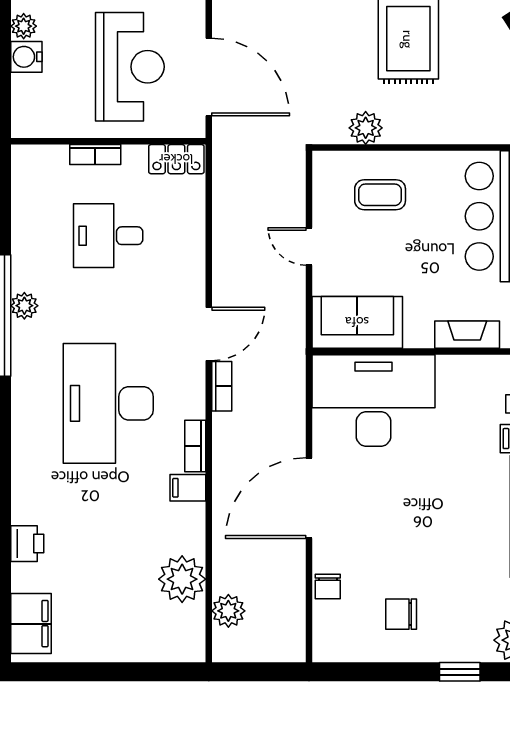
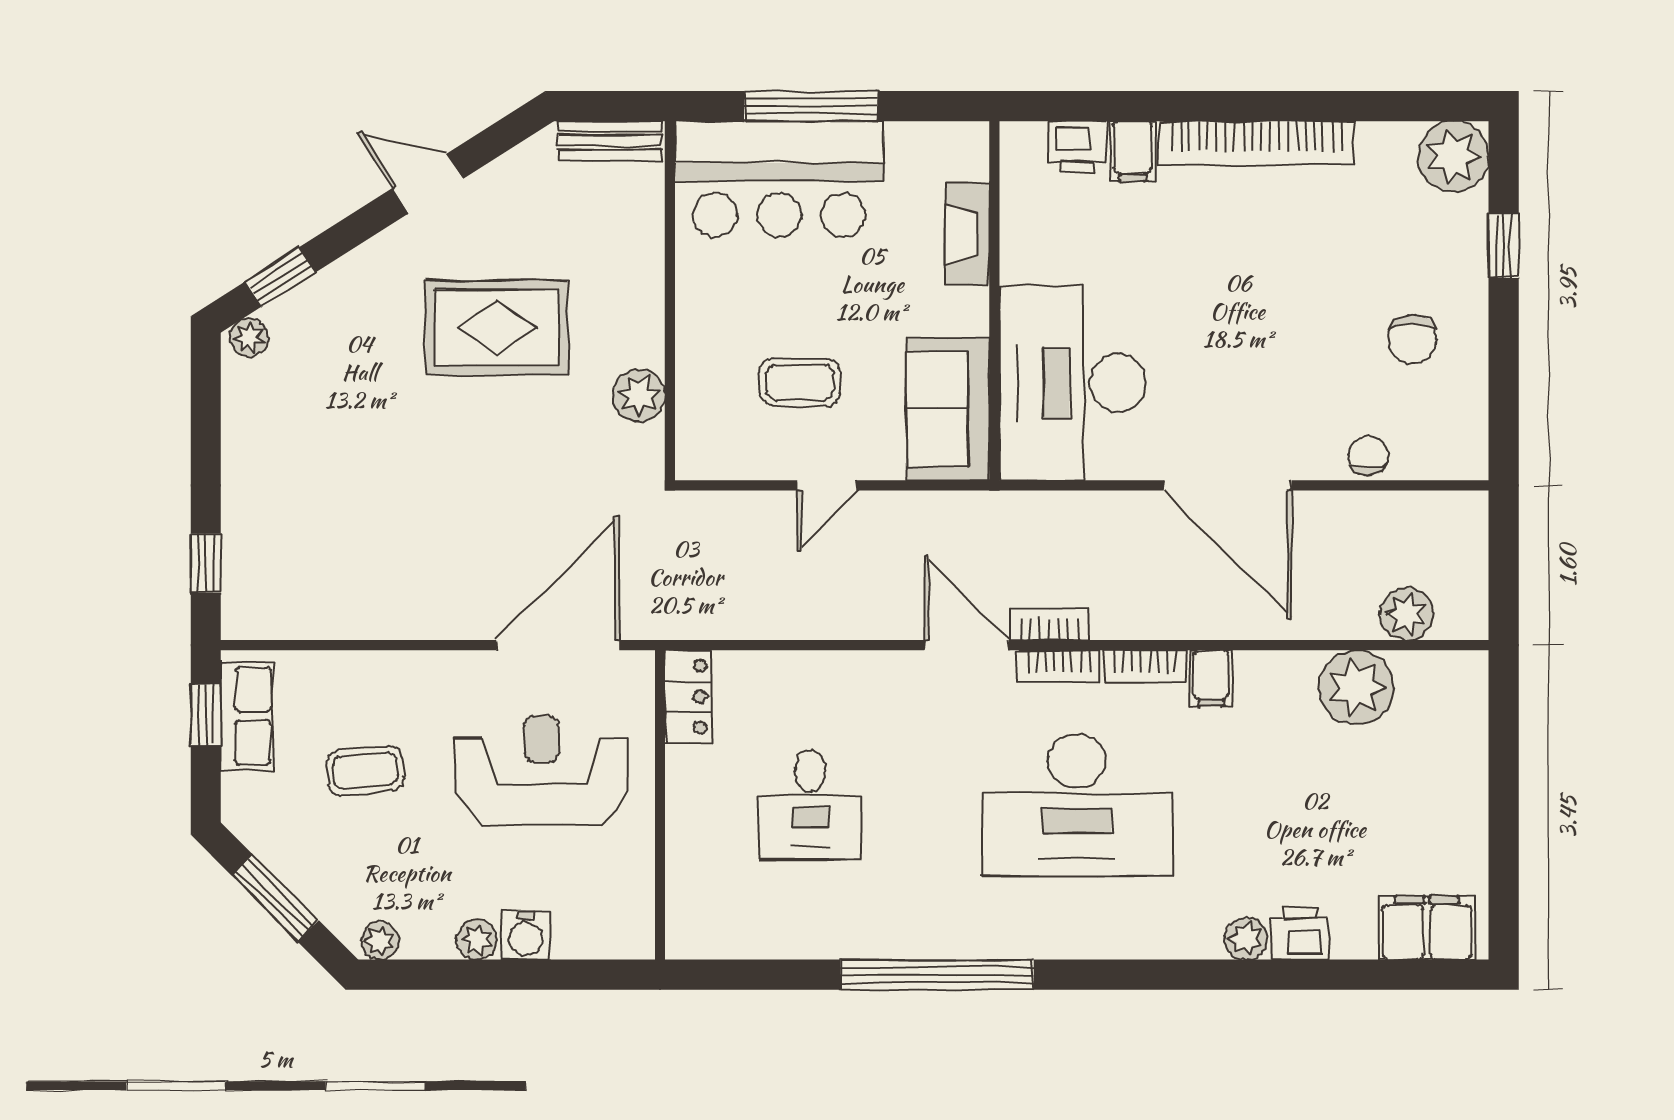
bookcase: (95, 155) -> (1059, 666), moved, turned 90
coffee table: (380, 195) -> (800, 382), moved, turned 90
plant: (24, 306) -> (1246, 938), moved
chair: (328, 587) -> (1368, 456), turned -90

